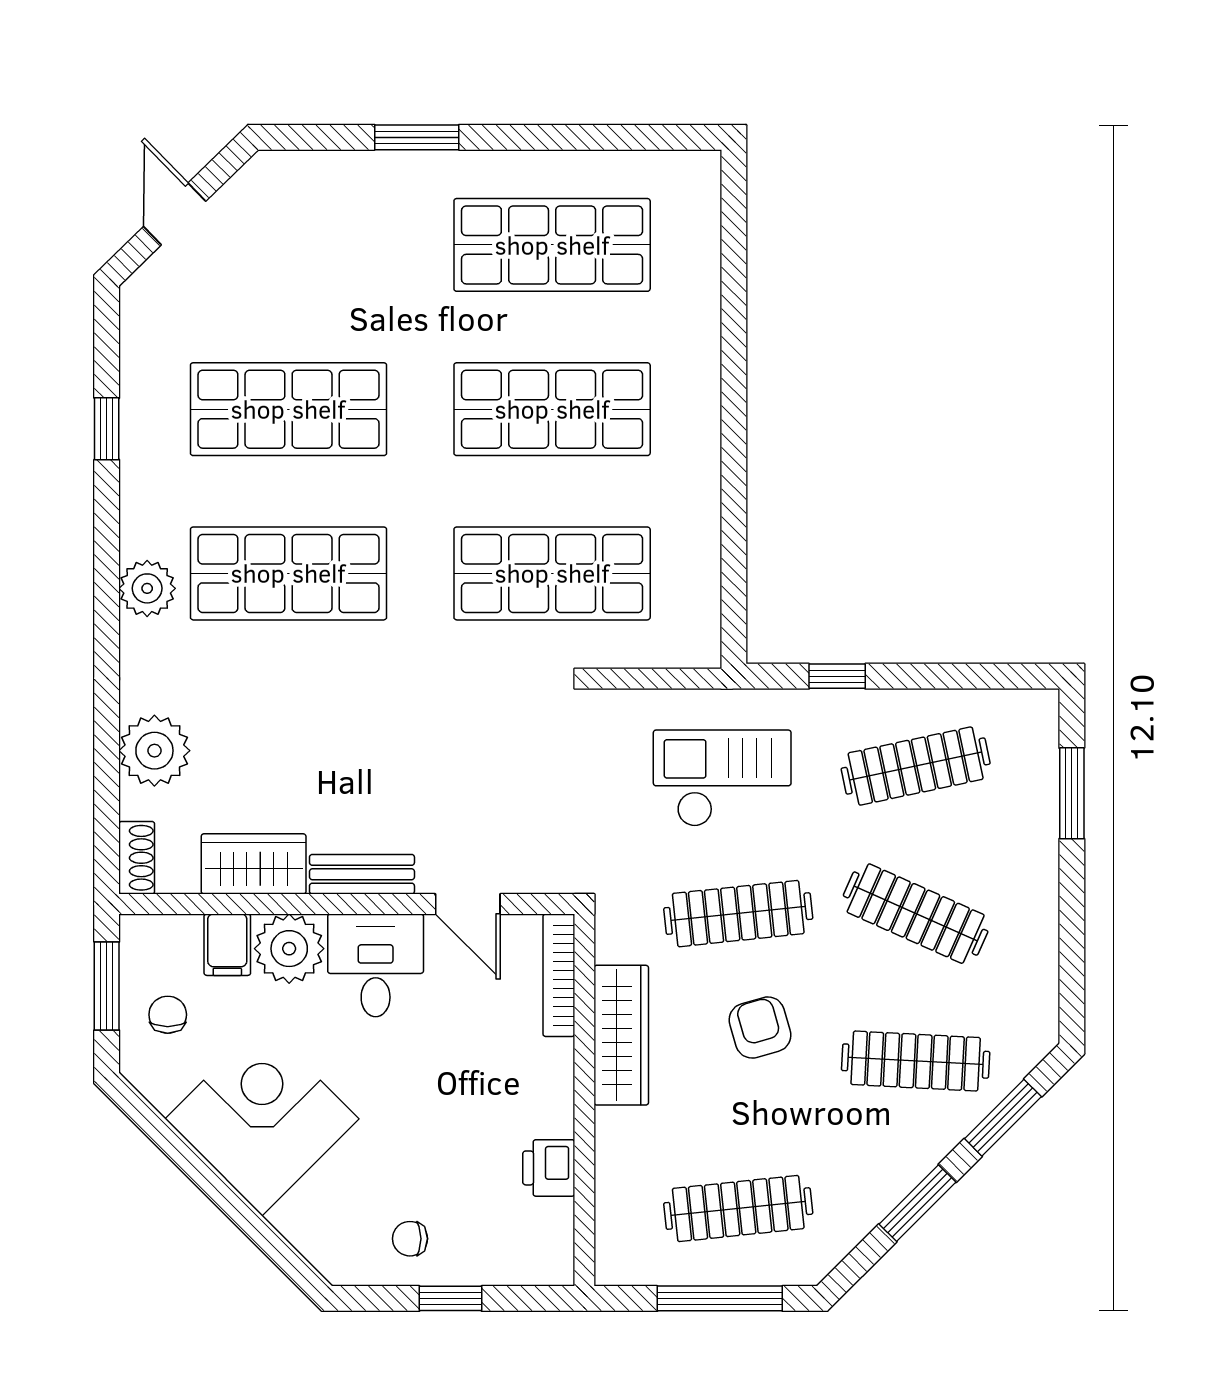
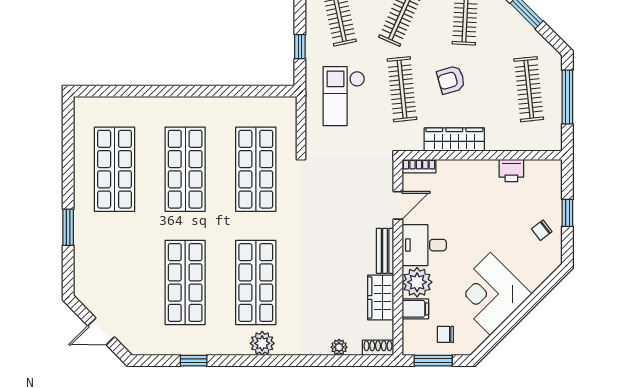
plant: (154, 751) -> (339, 347), width x0.53, depth x0.53
bookcase: (559, 975) -> (419, 166), width x0.64
chair: (410, 1239) -> (542, 230), turned 52

